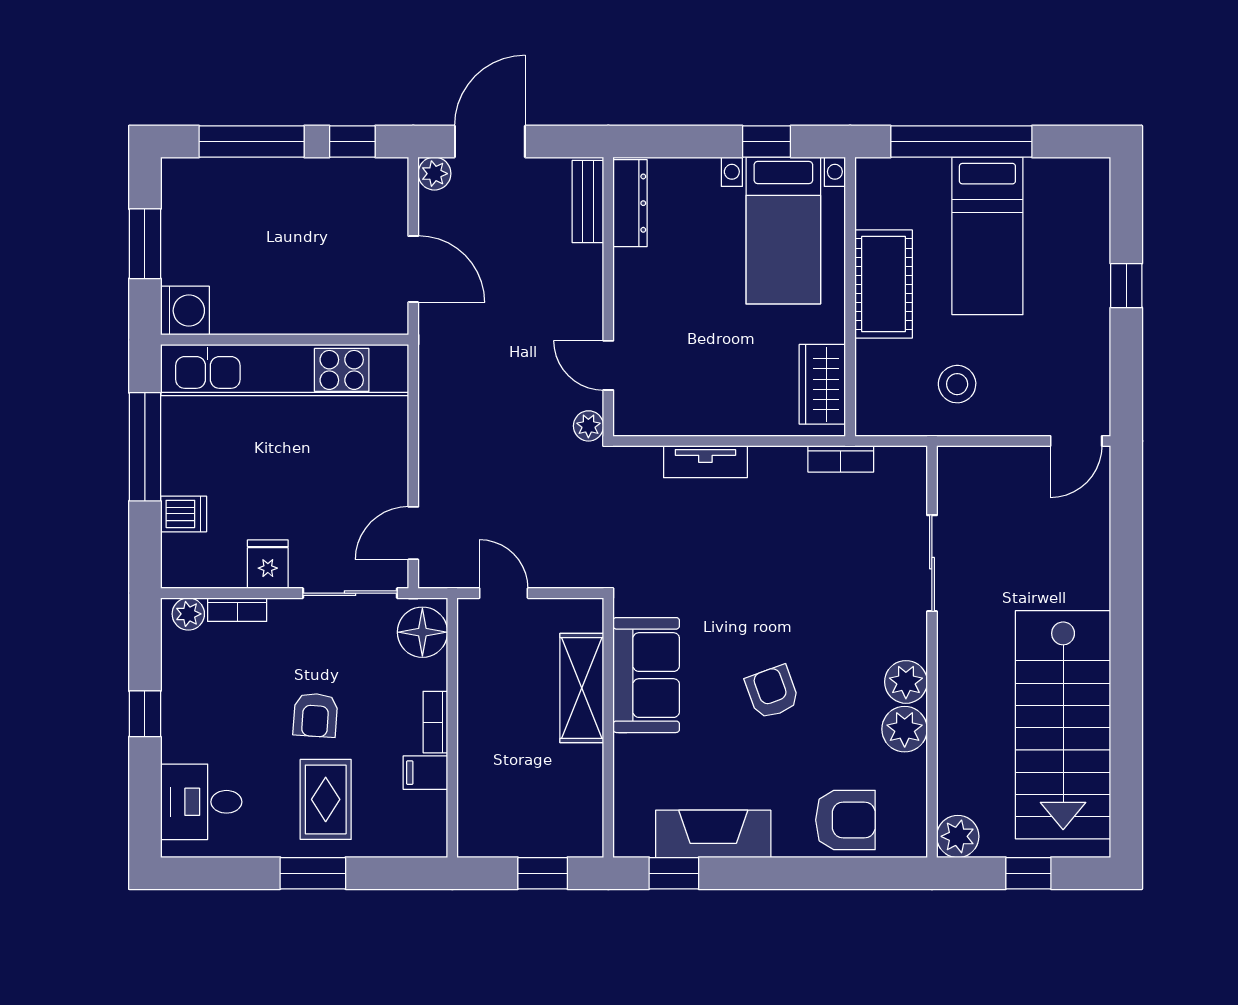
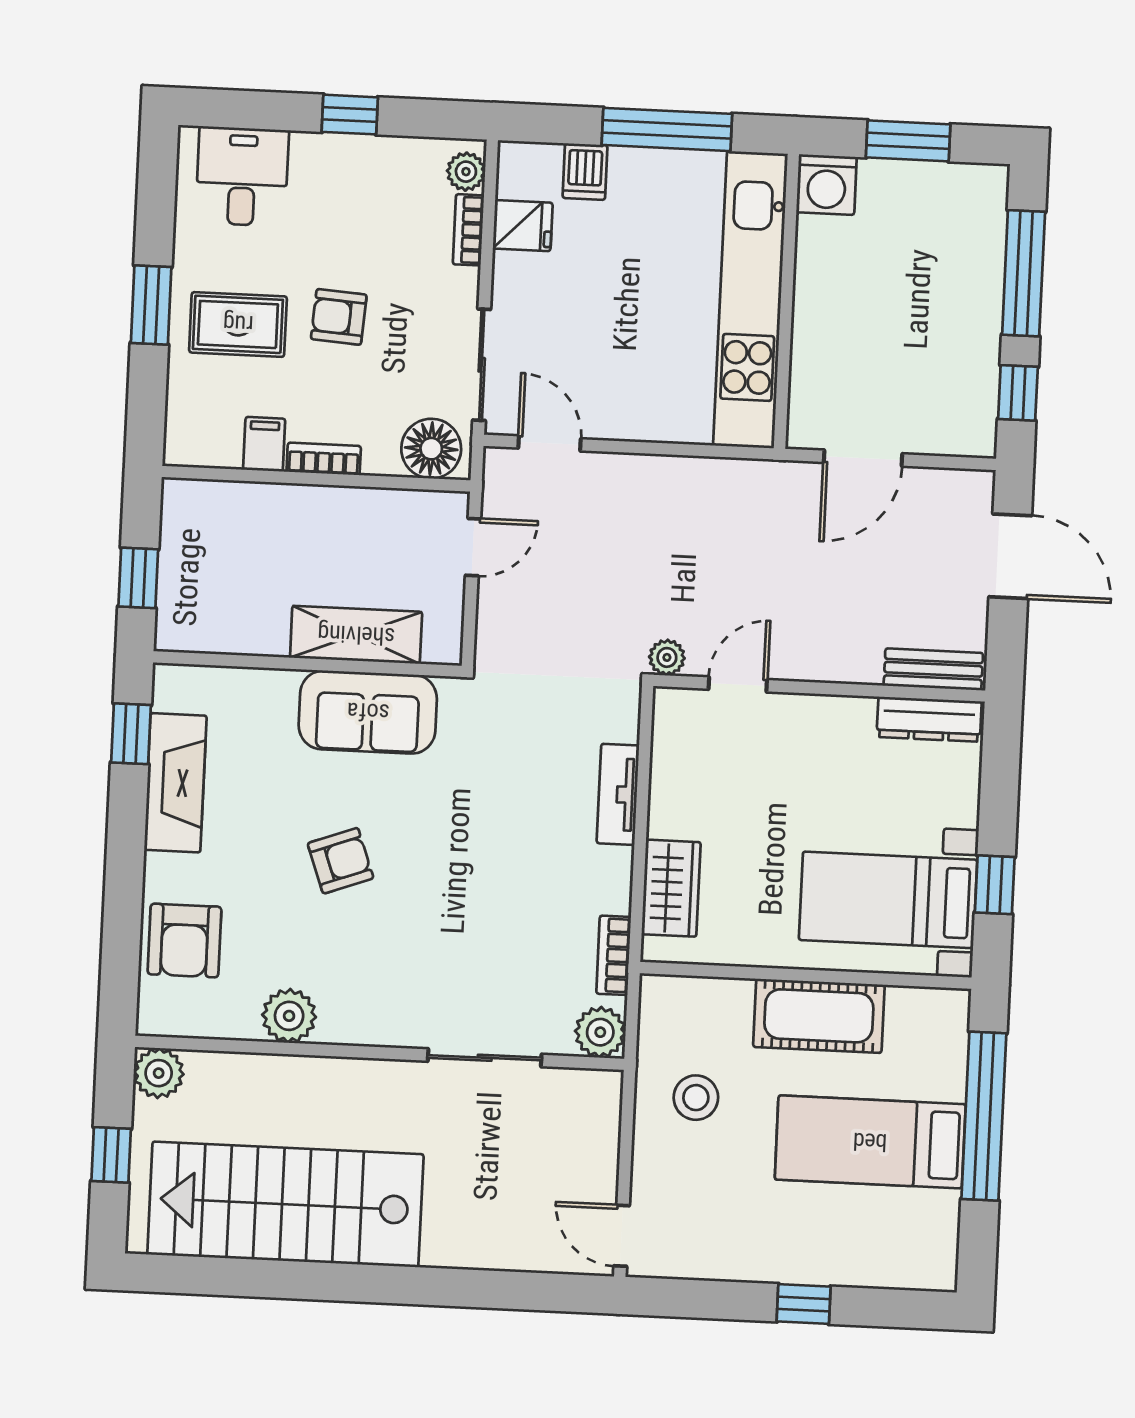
plant: (434, 174) -> (975, 489), removed
wardrobe: (822, 384) -> (671, 888), moved, turned 90
fridge: (268, 564) -> (523, 226), moved
plant: (906, 682) -> (600, 1032), moved

